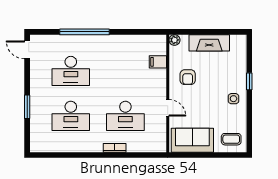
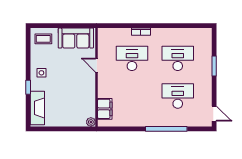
fireplace: (209, 43) -> (37, 108), moved, turned 90
filing cabinet: (158, 62) -> (105, 109), width x2.00
armchair: (188, 77) -> (80, 91), removed

